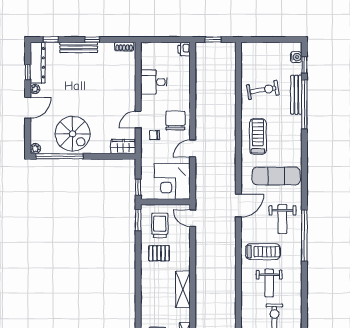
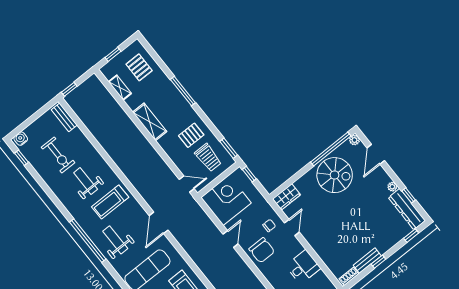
bench: (79, 47) -> (367, 261), moved, width x0.73
door: (28, 108) -> (376, 154), moved
spiral stairs: (73, 134) -> (335, 175), turned 180
window: (138, 293) -> (183, 91), added

